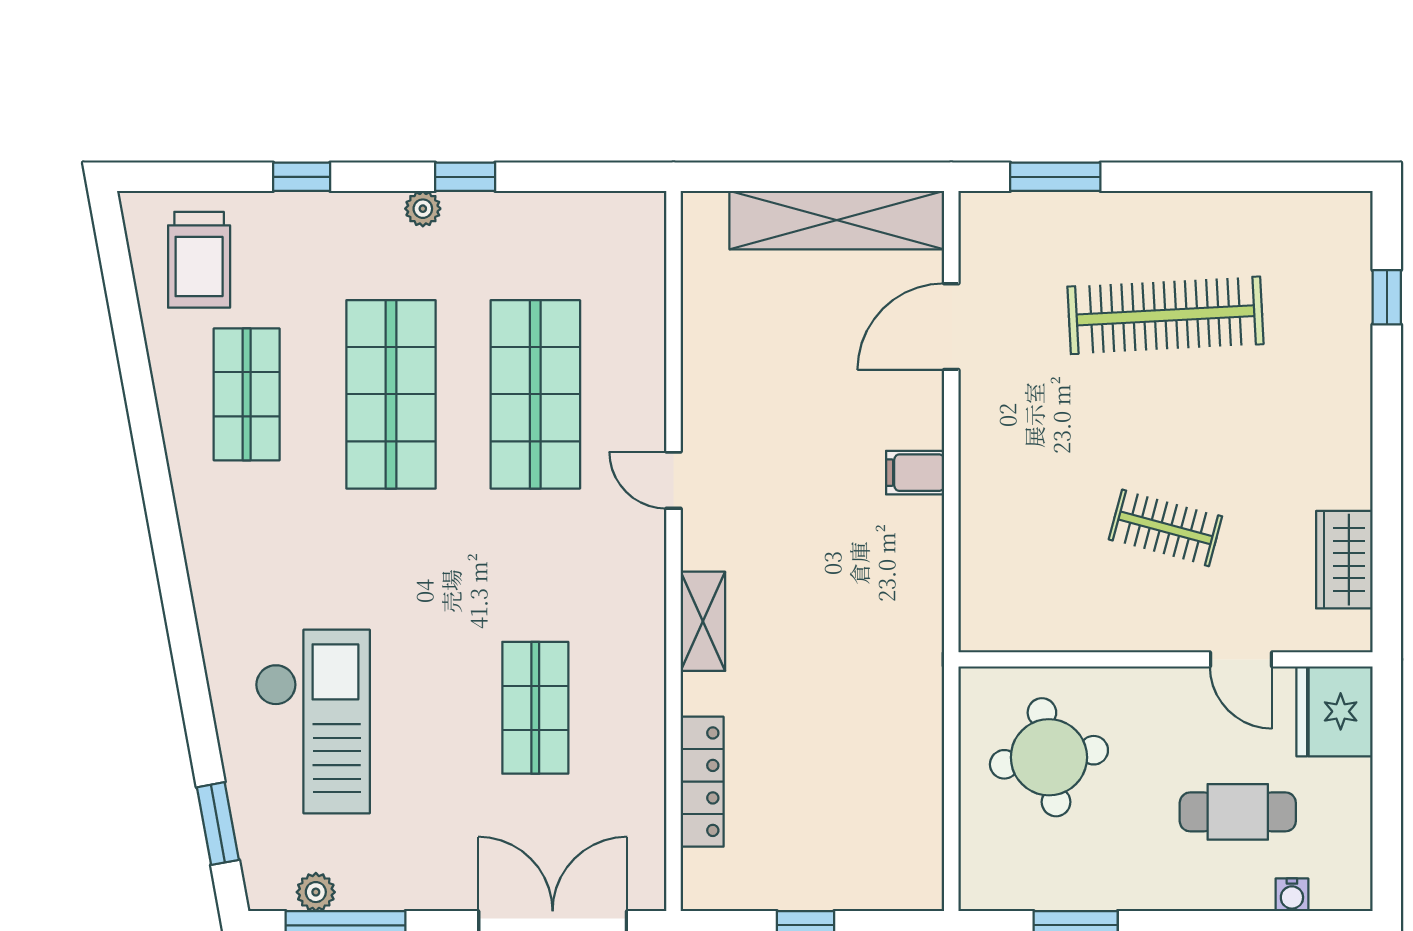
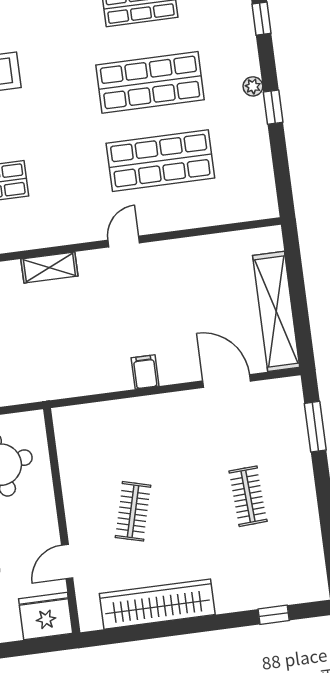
clothes rail: (1165, 315) -> (248, 496), width x0.54, depth x0.76
wardrobe: (1344, 560) -> (157, 604), width x2.10, depth x1.17

